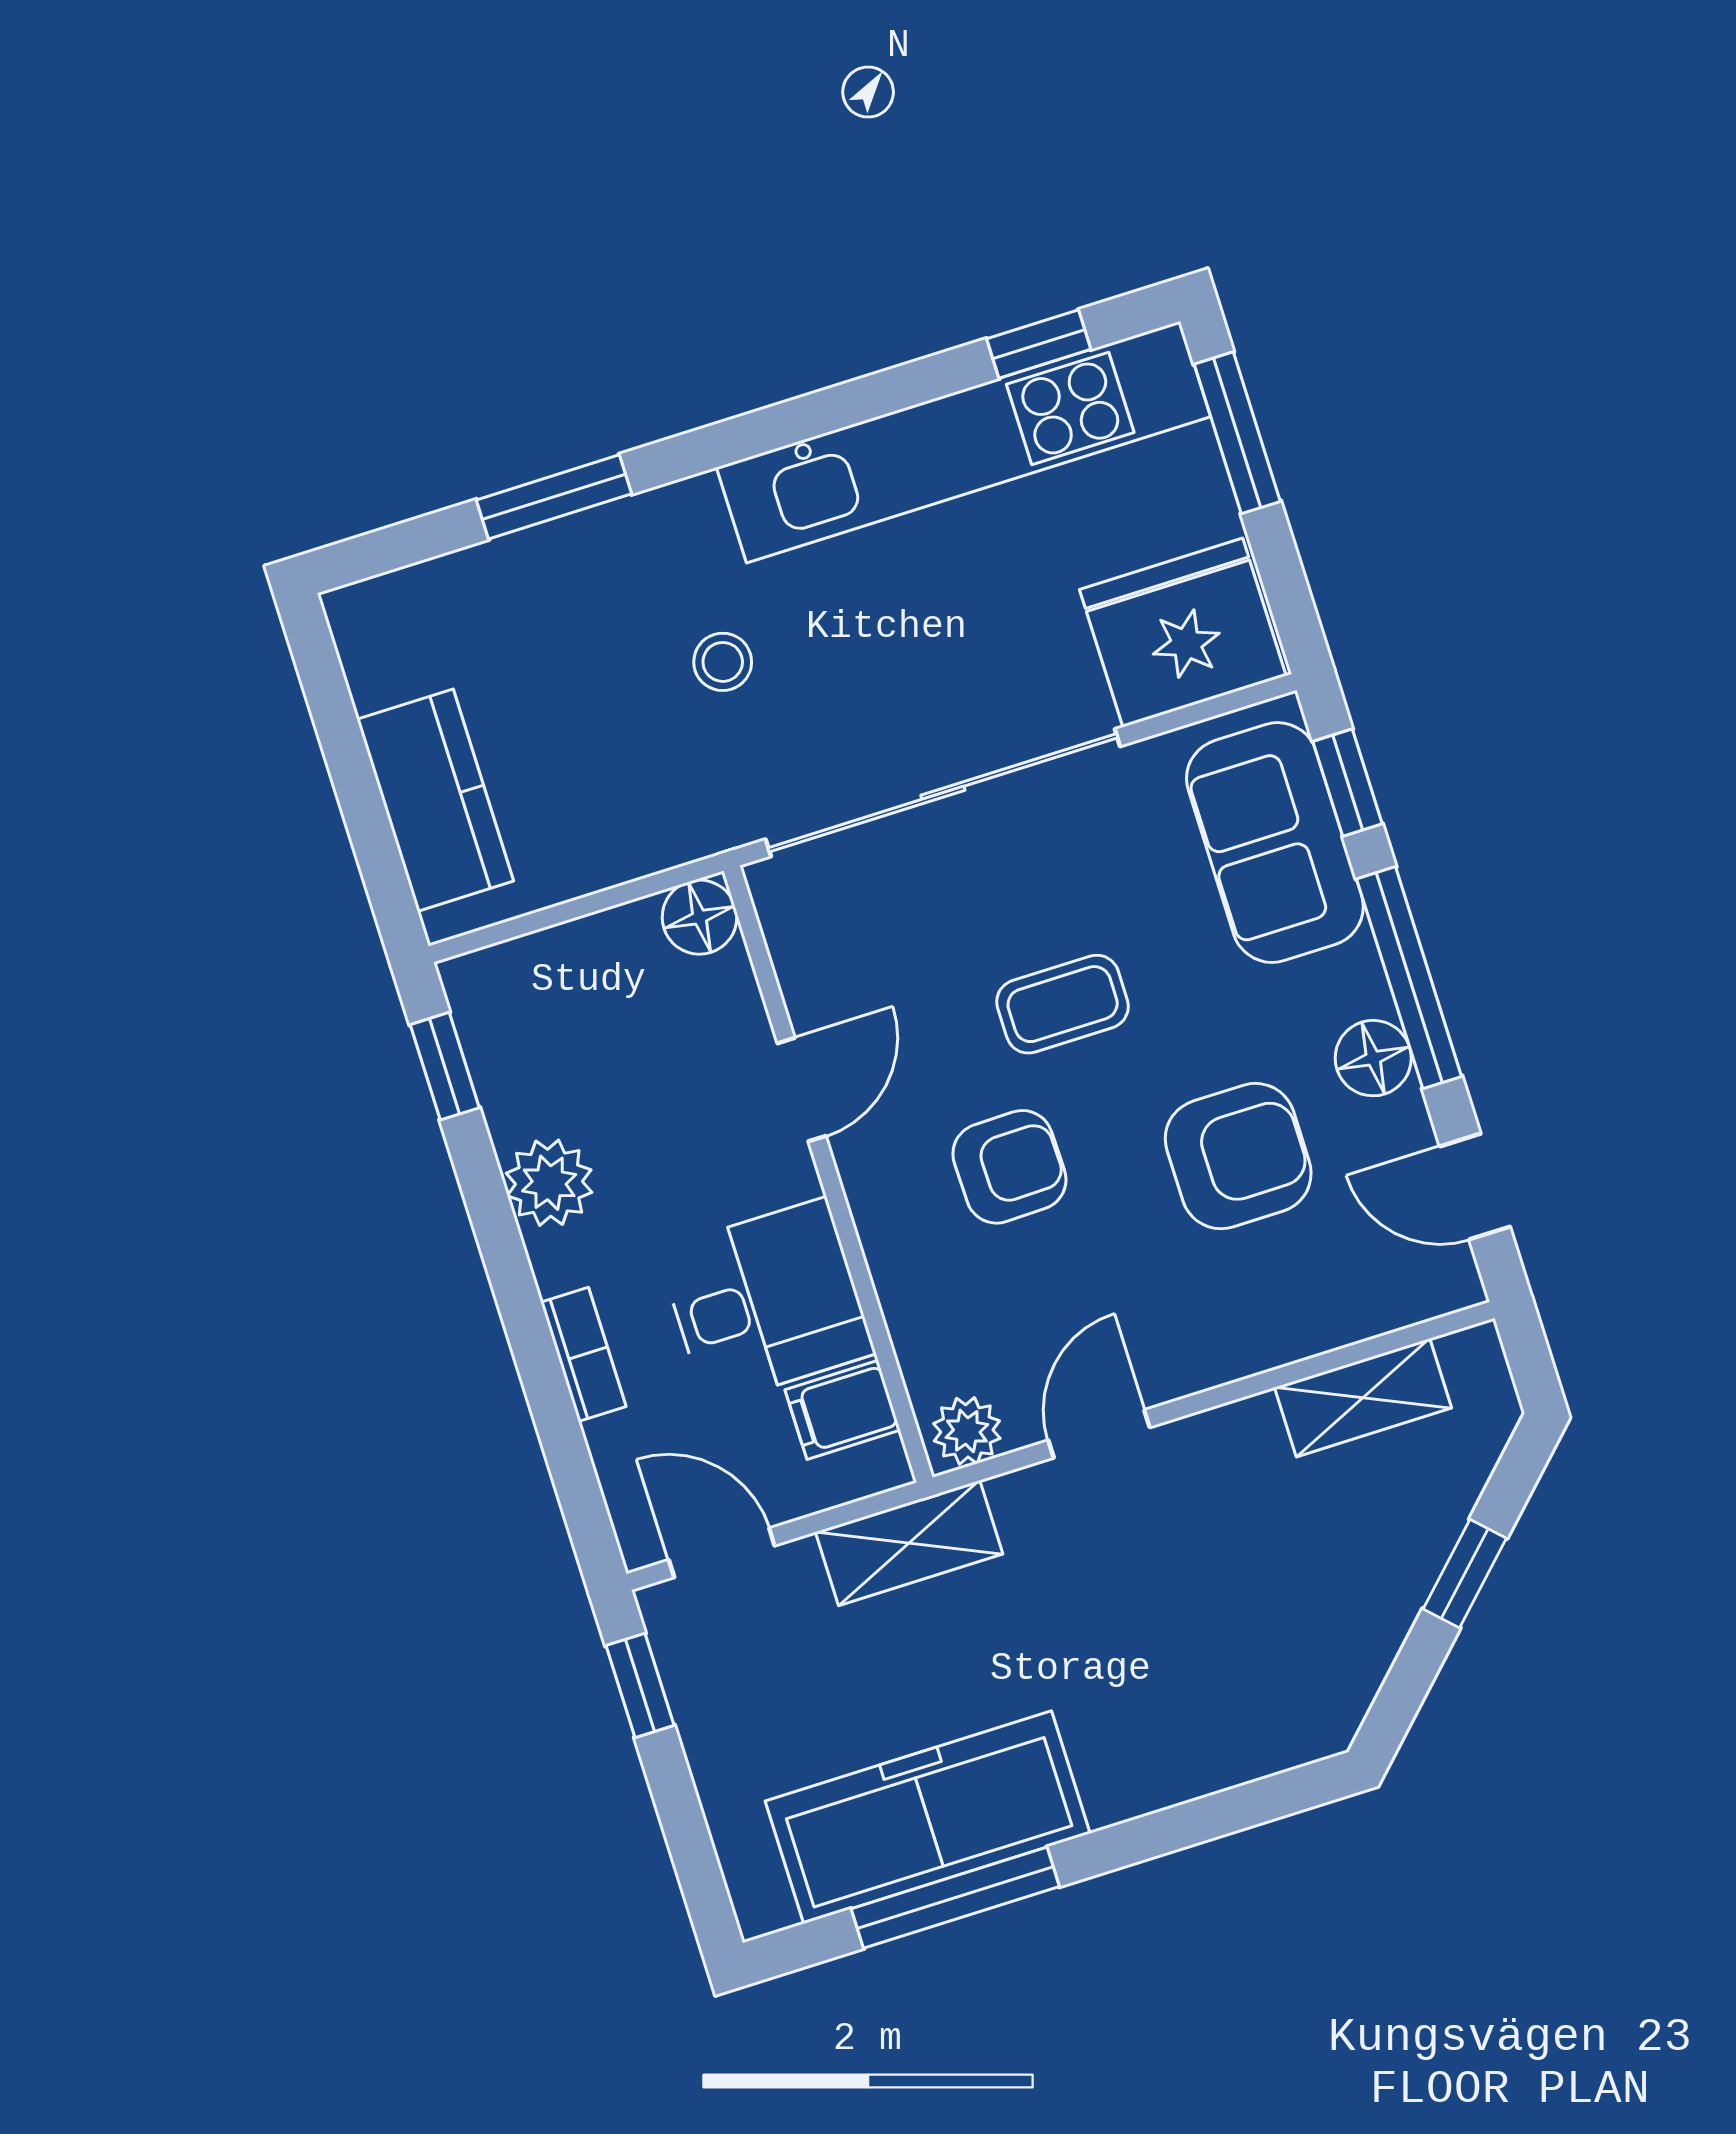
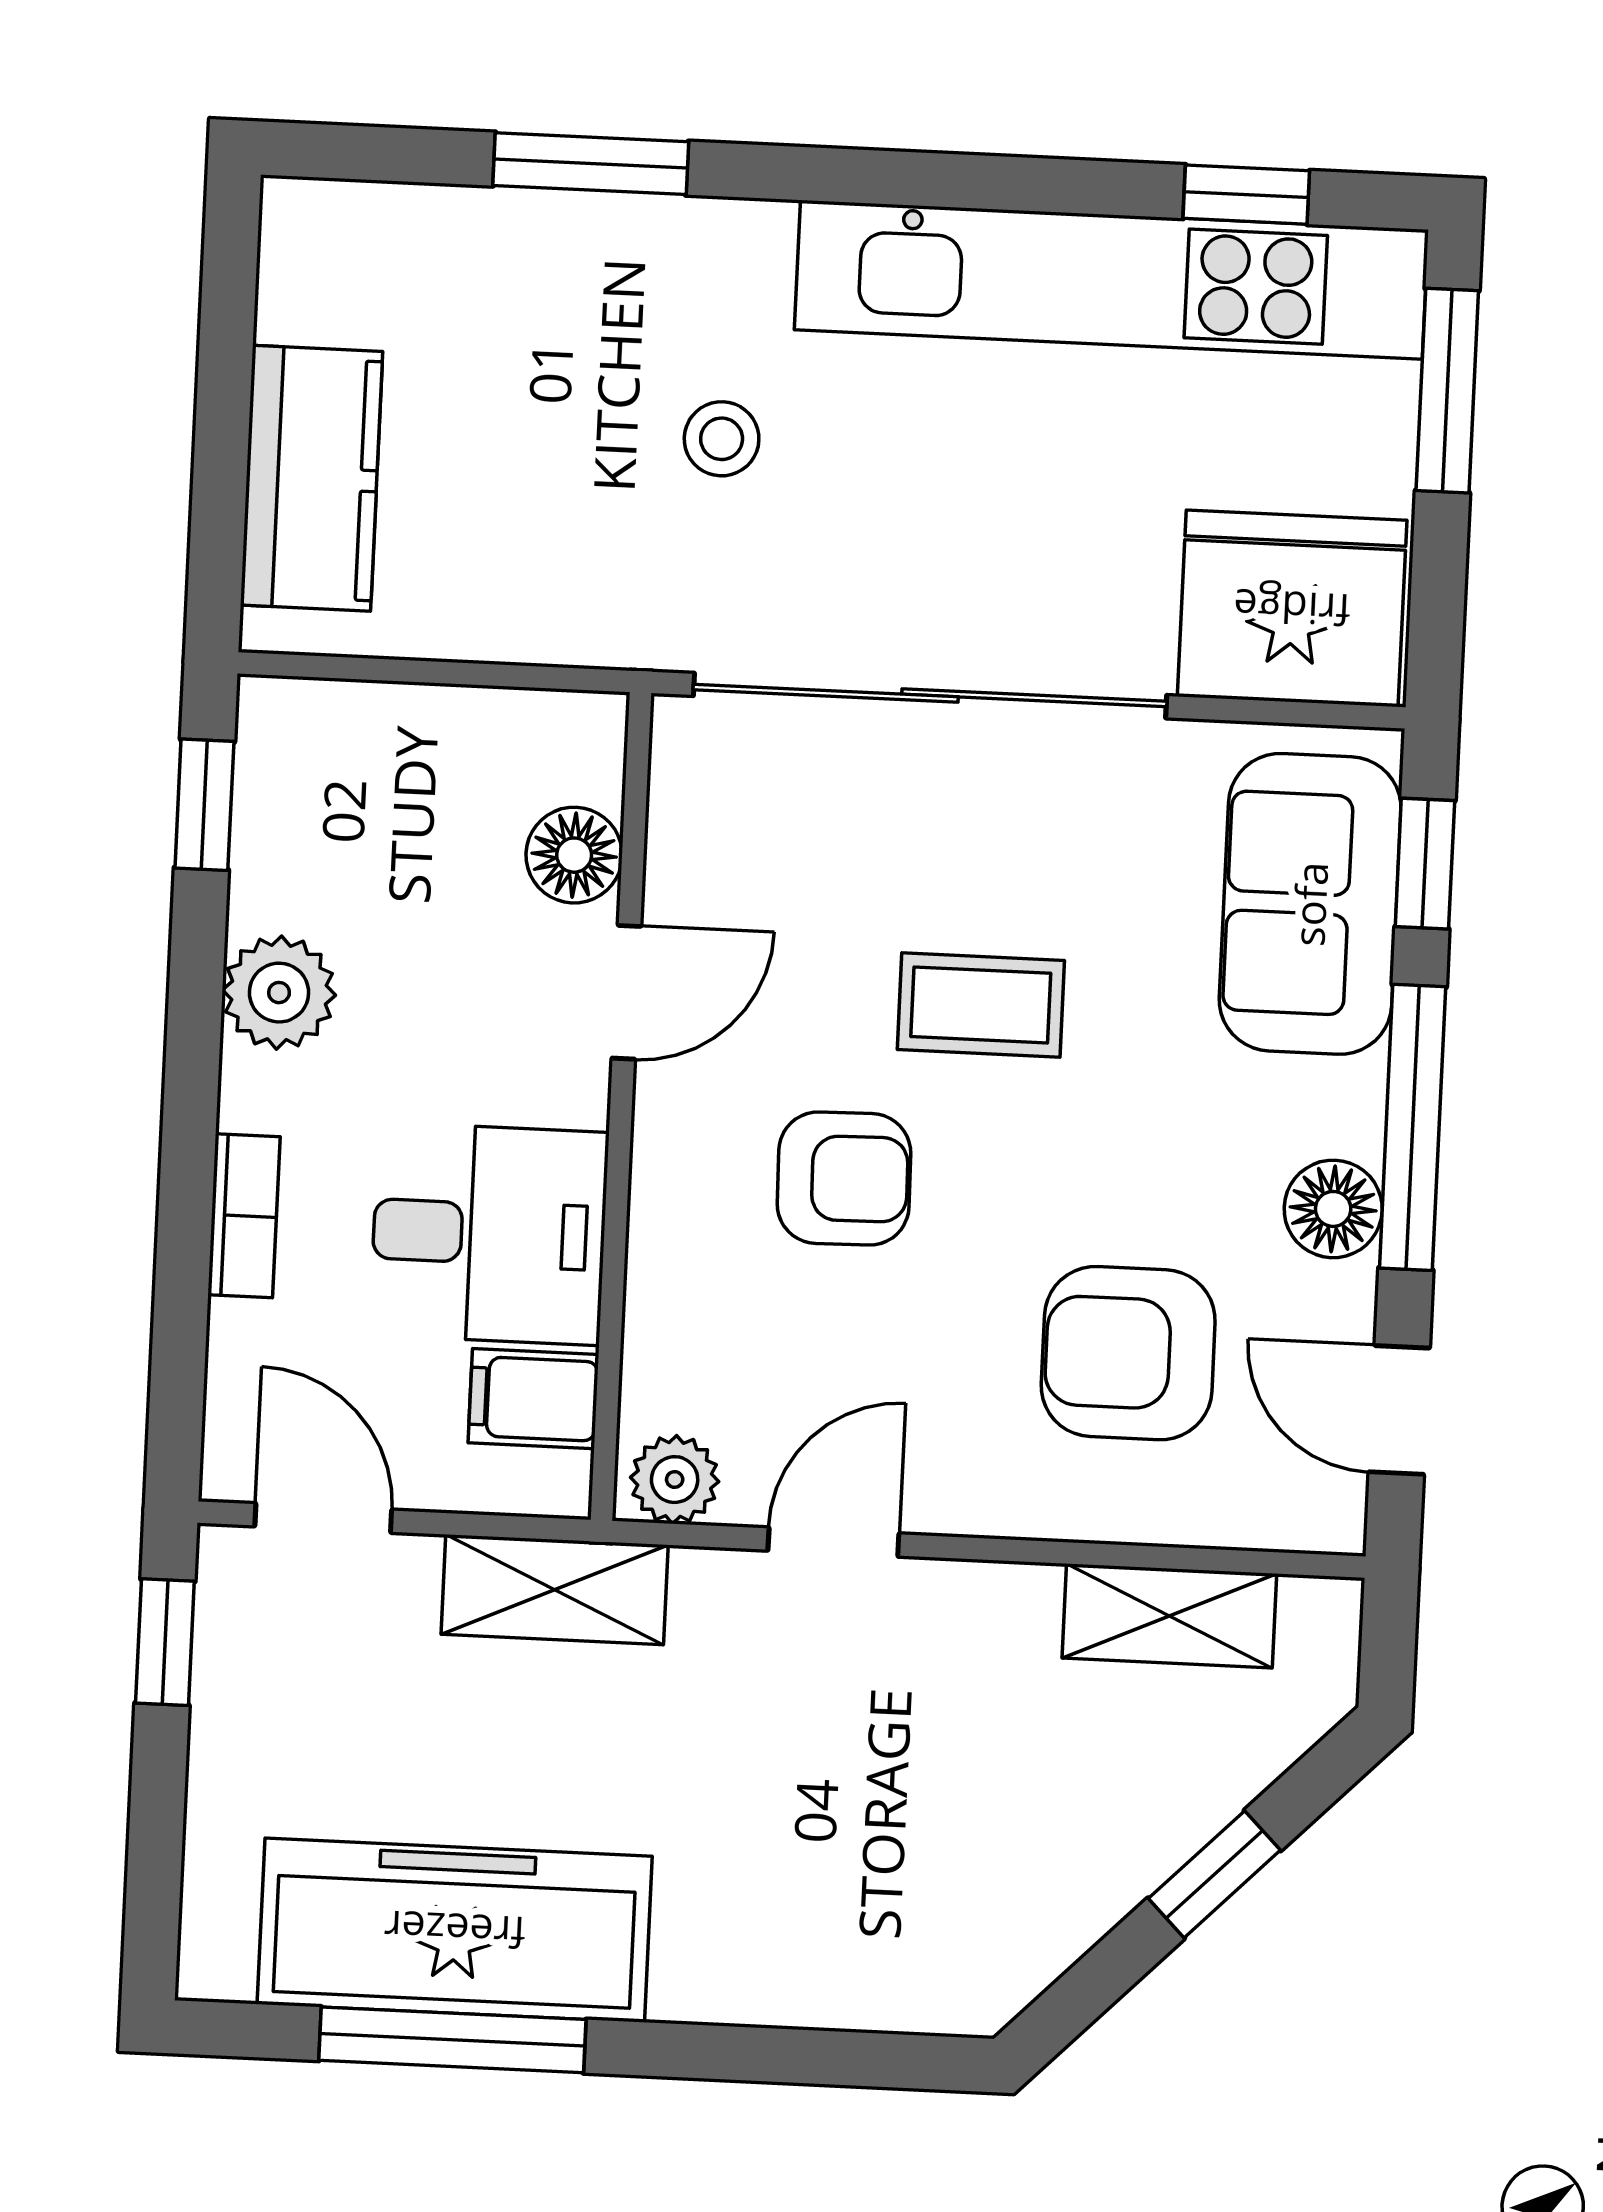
floor lamp: (700, 917) -> (574, 855), moved
armchair: (1238, 1156) -> (1128, 1353), moved, turned 180

